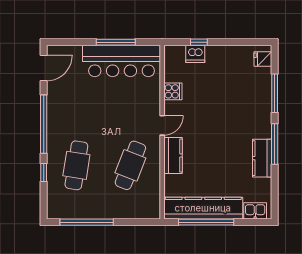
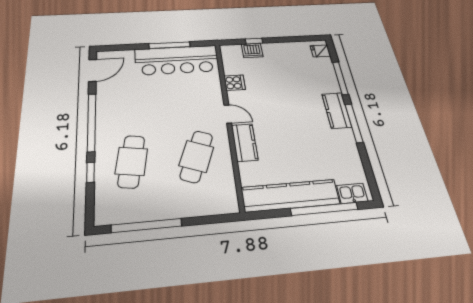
door: (162, 125) -> (228, 114), hinge flipped
kitchen counter: (262, 158) -> (337, 110), moved
window: (206, 222) -> (324, 209), moved

